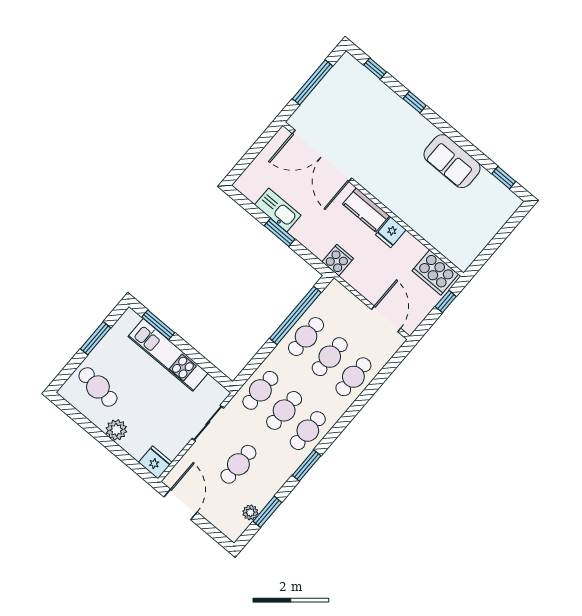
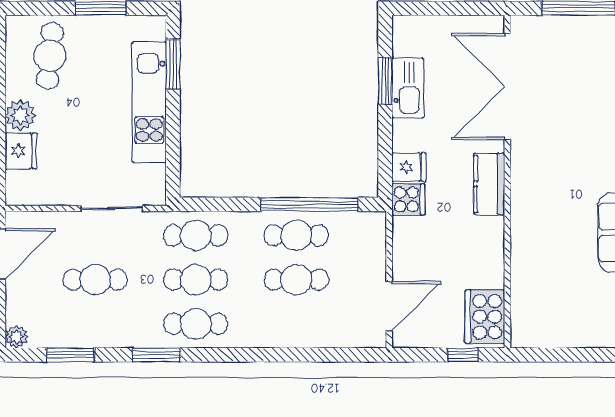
window: (280, 232) -> (385, 81), moved
fridge: (391, 232) -> (409, 167), moved, turned 180
cafe table: (353, 377) -> (296, 324), removed
fridge: (155, 462) -> (21, 151), moved
plant: (250, 512) -> (16, 337), moved

